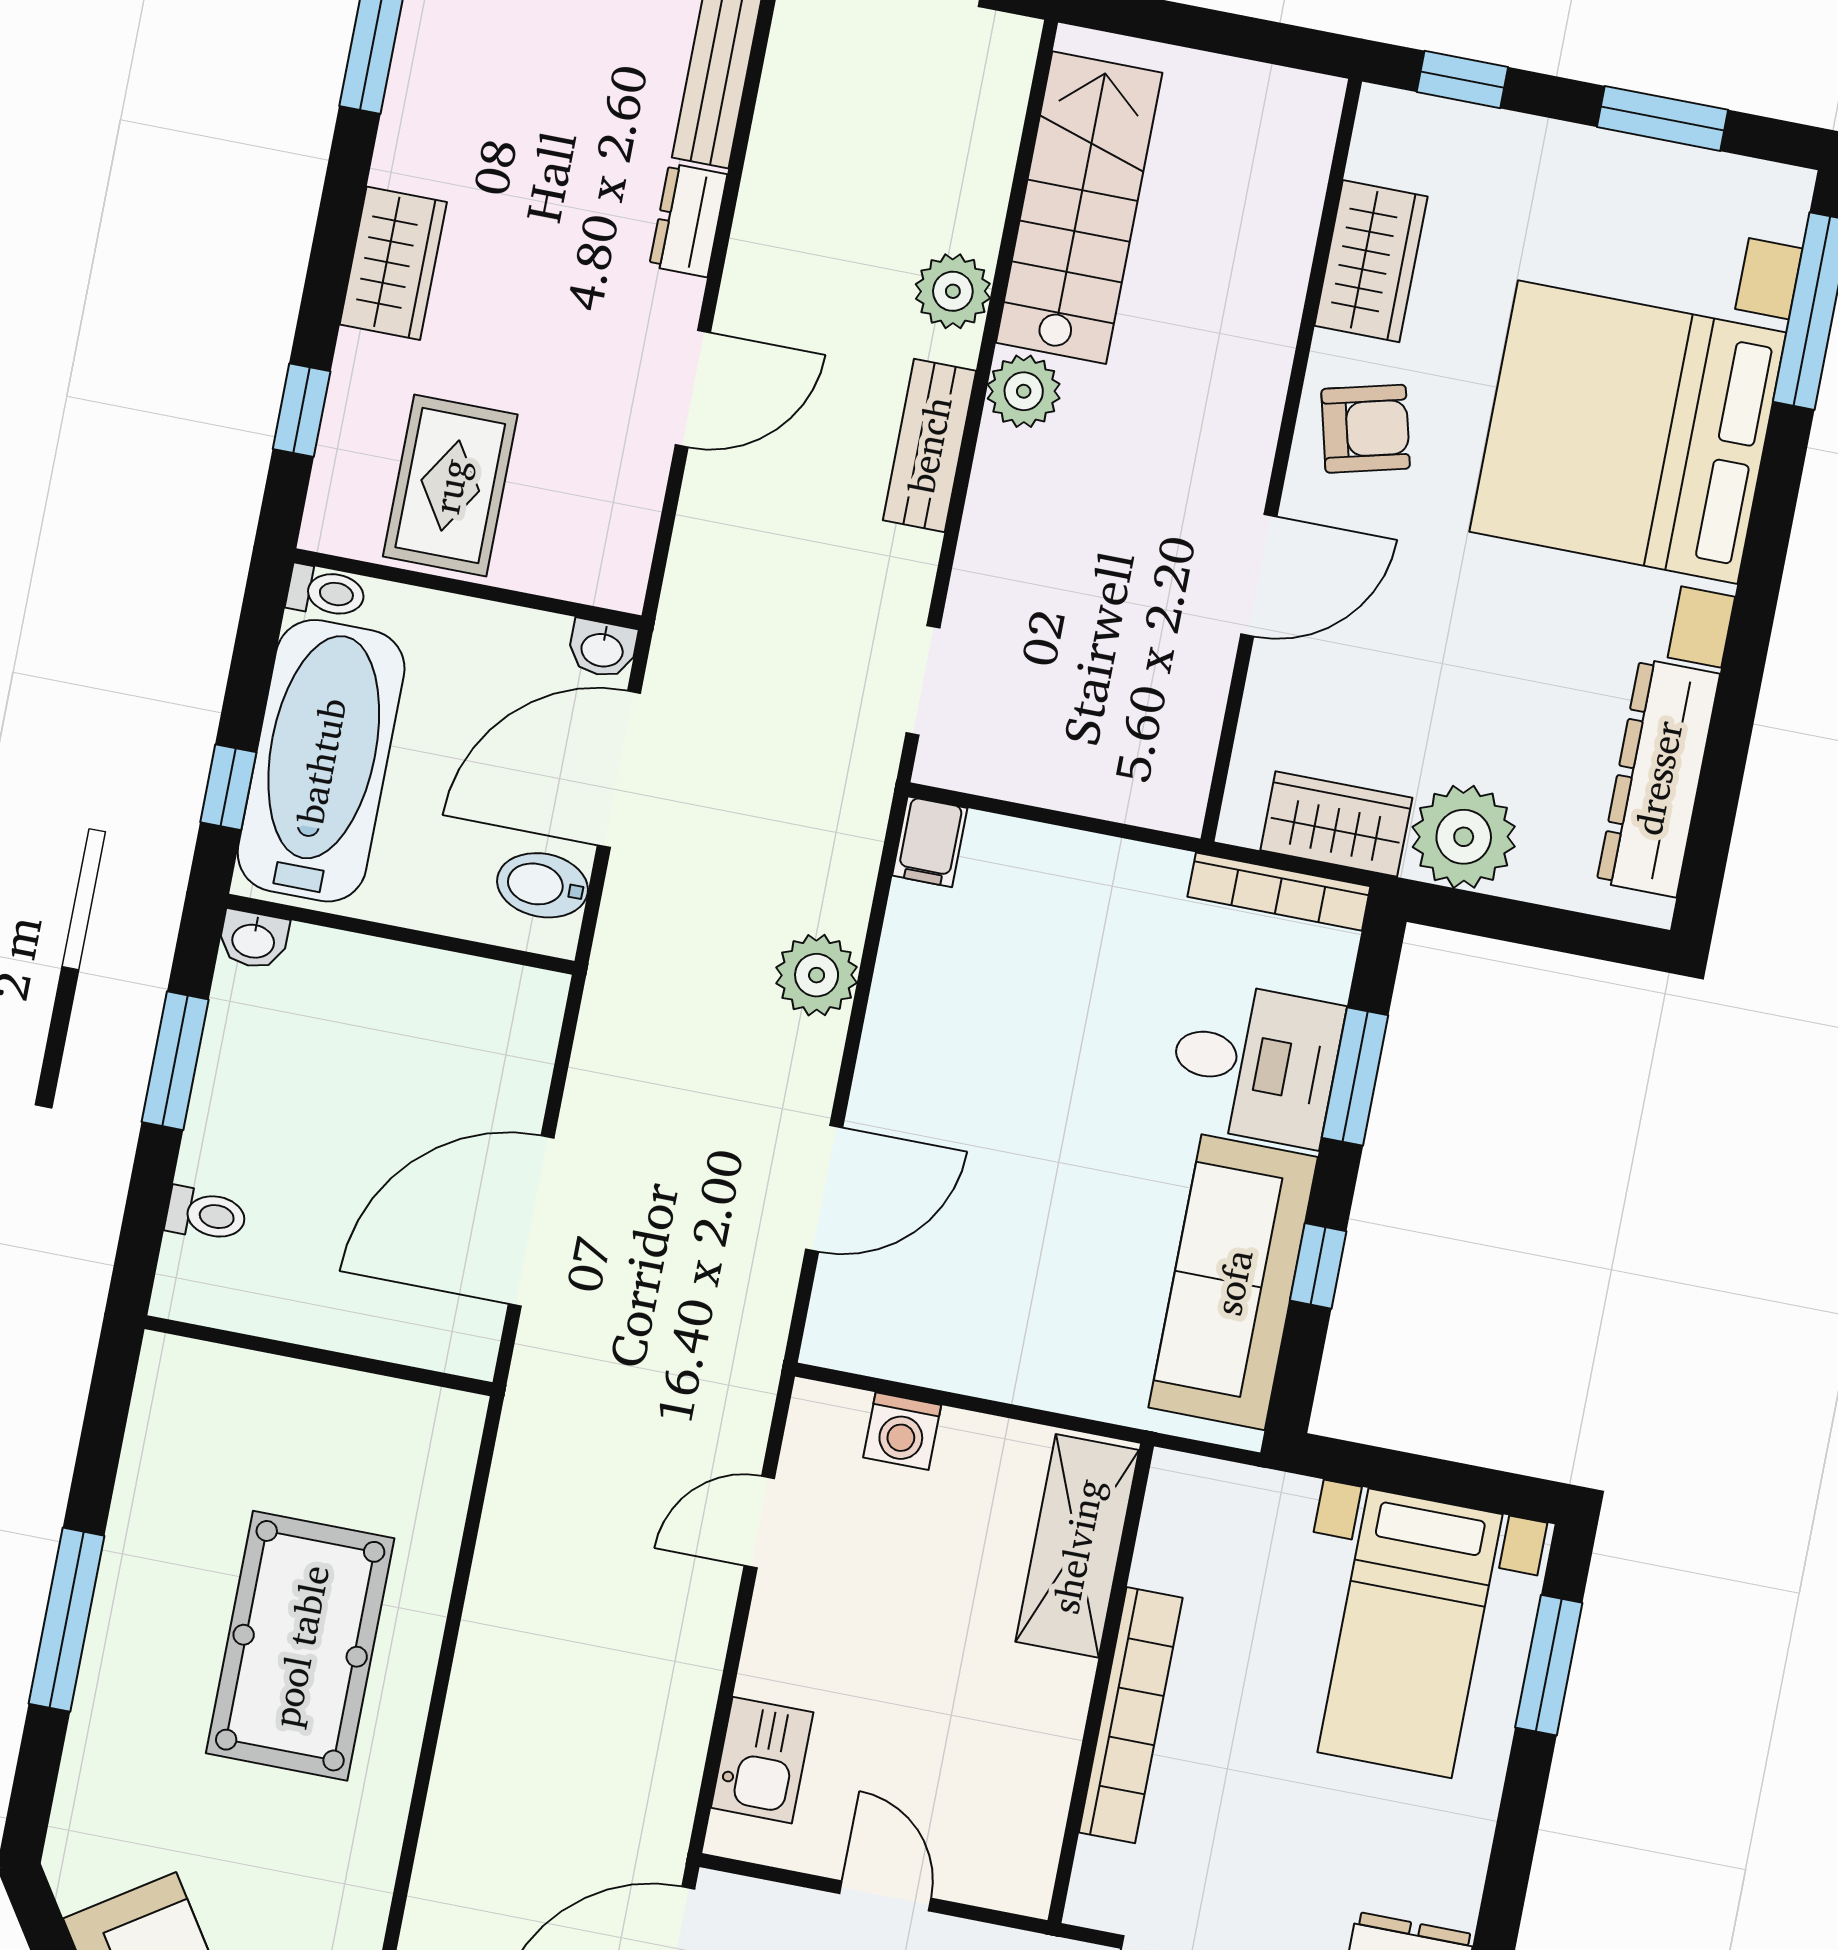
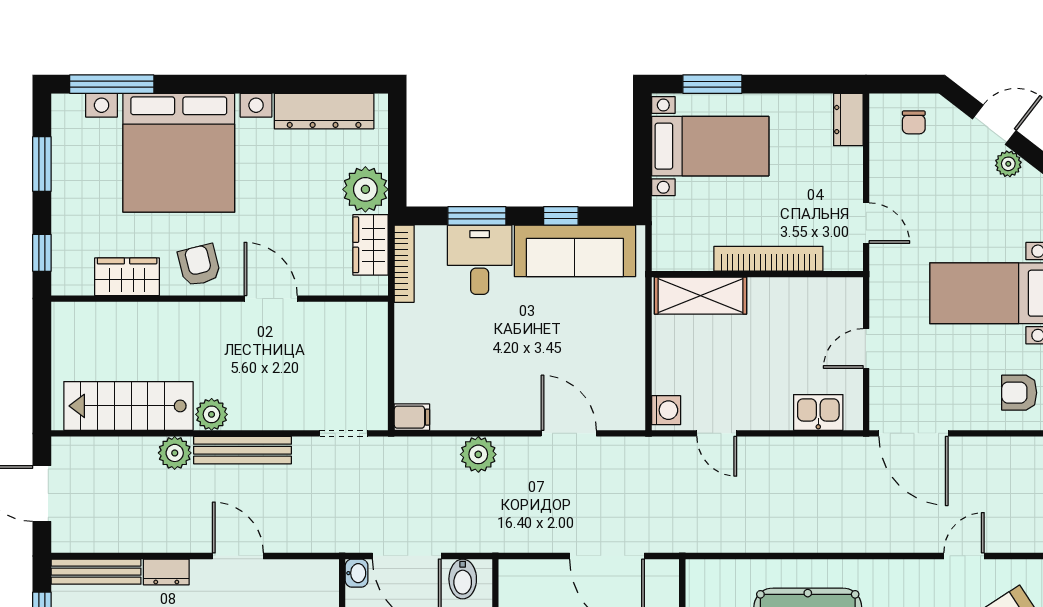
bench: (929, 445) -> (243, 450), width x1.36
washing machine: (902, 1431) -> (666, 410), moved

